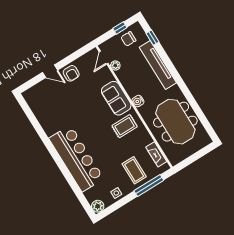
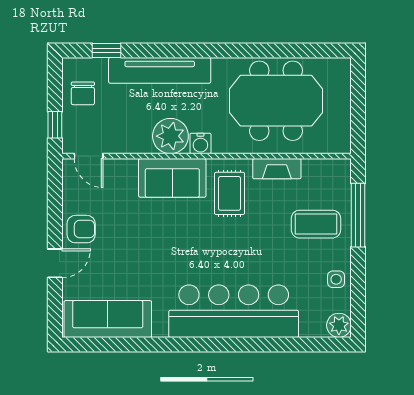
window: (120, 28) -> (55, 125), moved
plant: (115, 66) -> (170, 136), moved, width x1.88, depth x1.88
sofa: (40, 108) -> (108, 319), added
fireplace: (156, 154) -> (277, 169), moved

